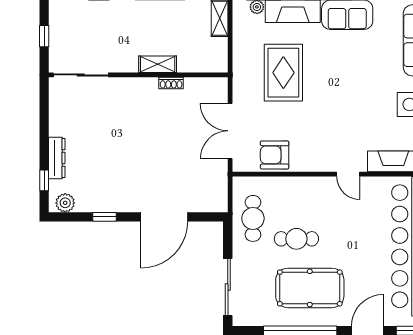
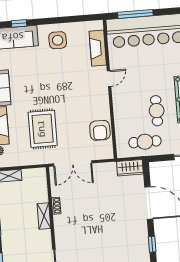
rug: (283, 73) -> (43, 129), turned 90
double door: (230, 131) -> (73, 163), moved
wardrobe: (217, 194) -> (130, 168), added

